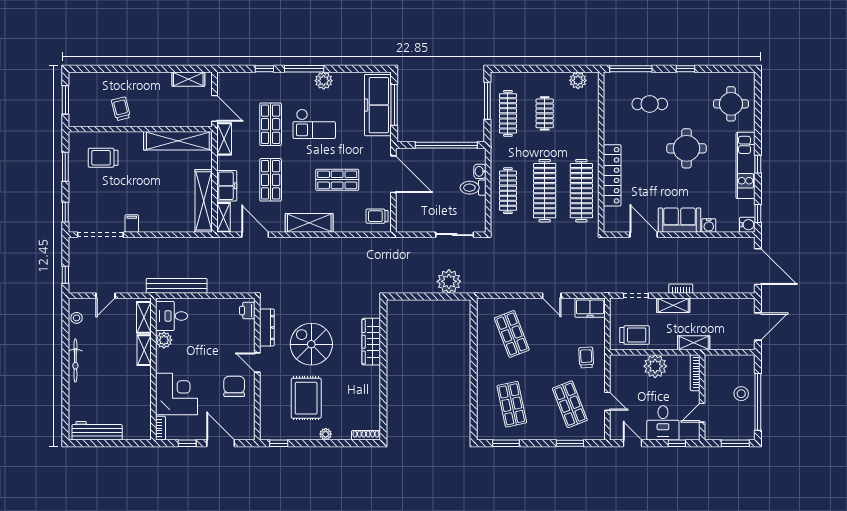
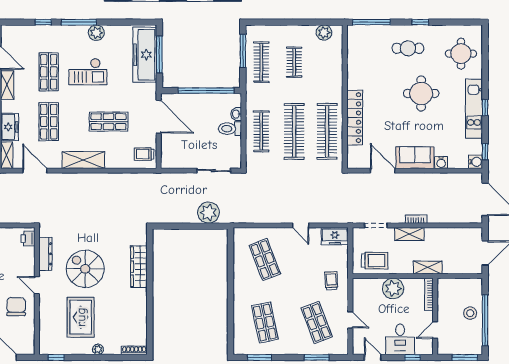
cafe table: (650, 104) -> (408, 48), moved

